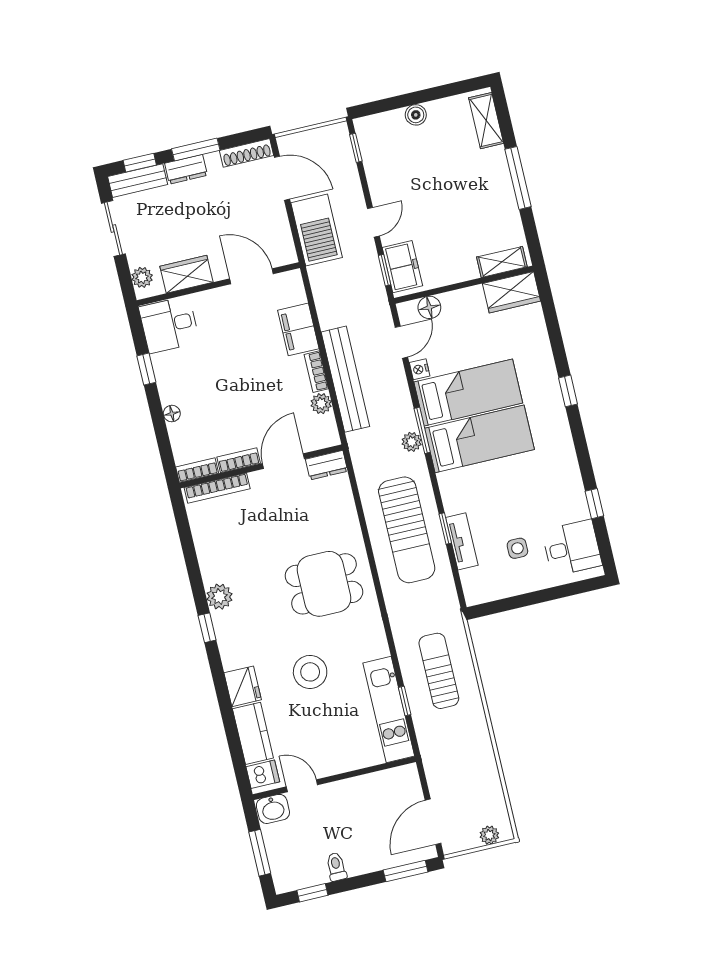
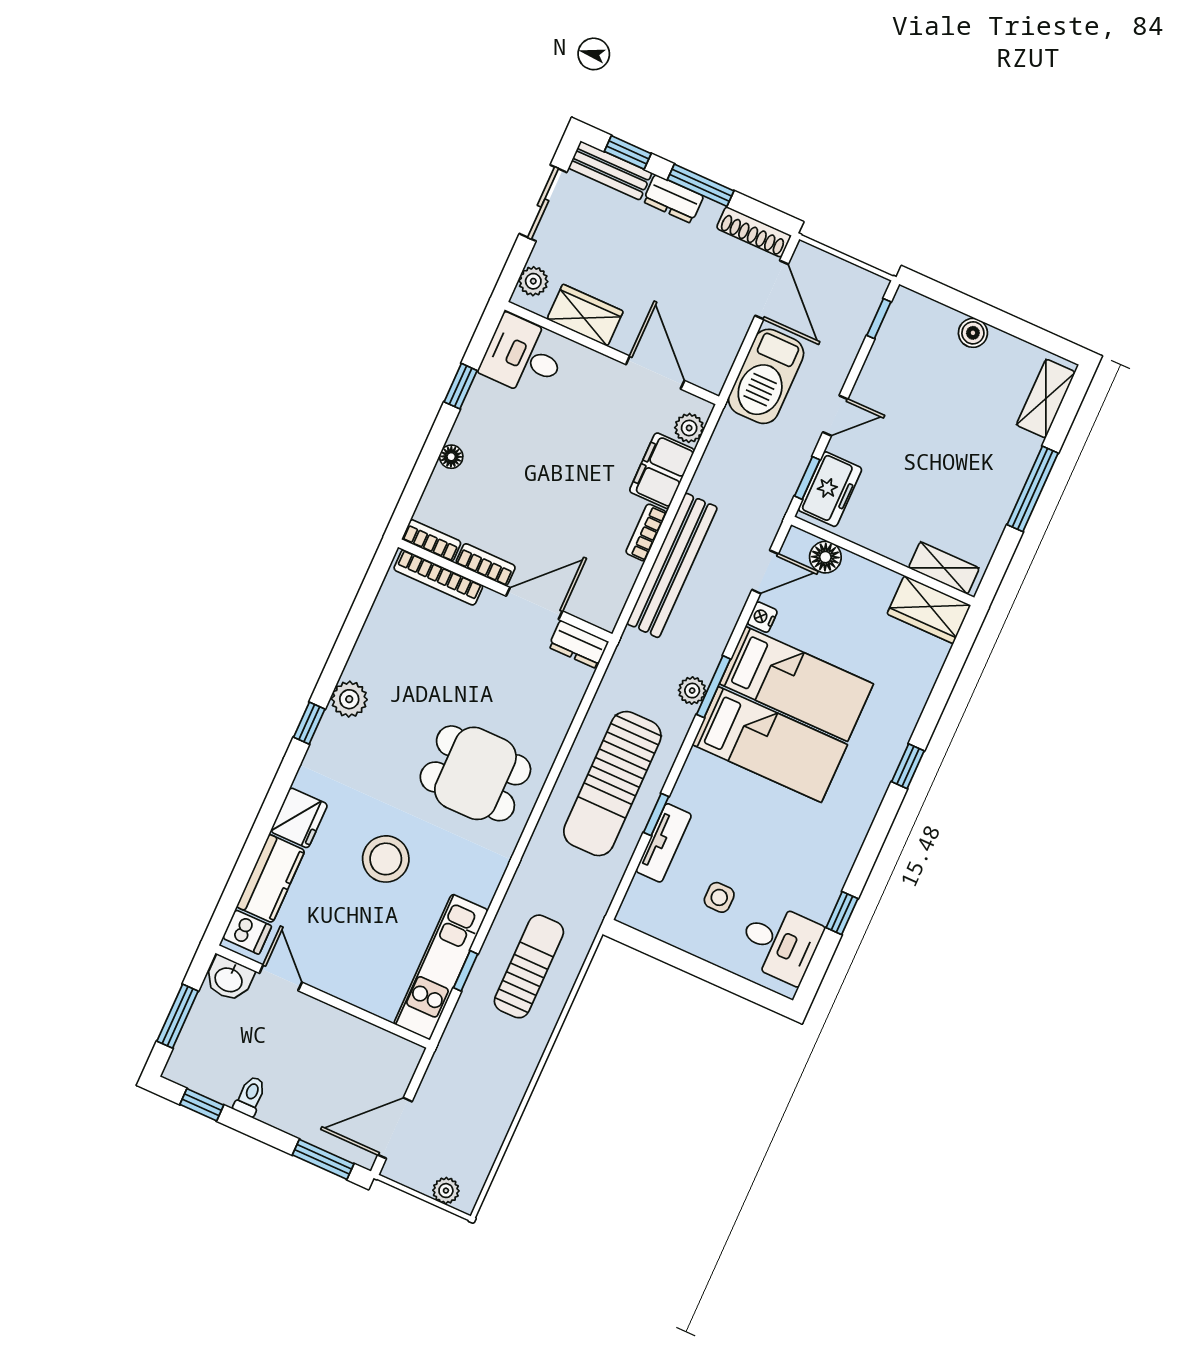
plant: (321, 404) -> (689, 428), moved

